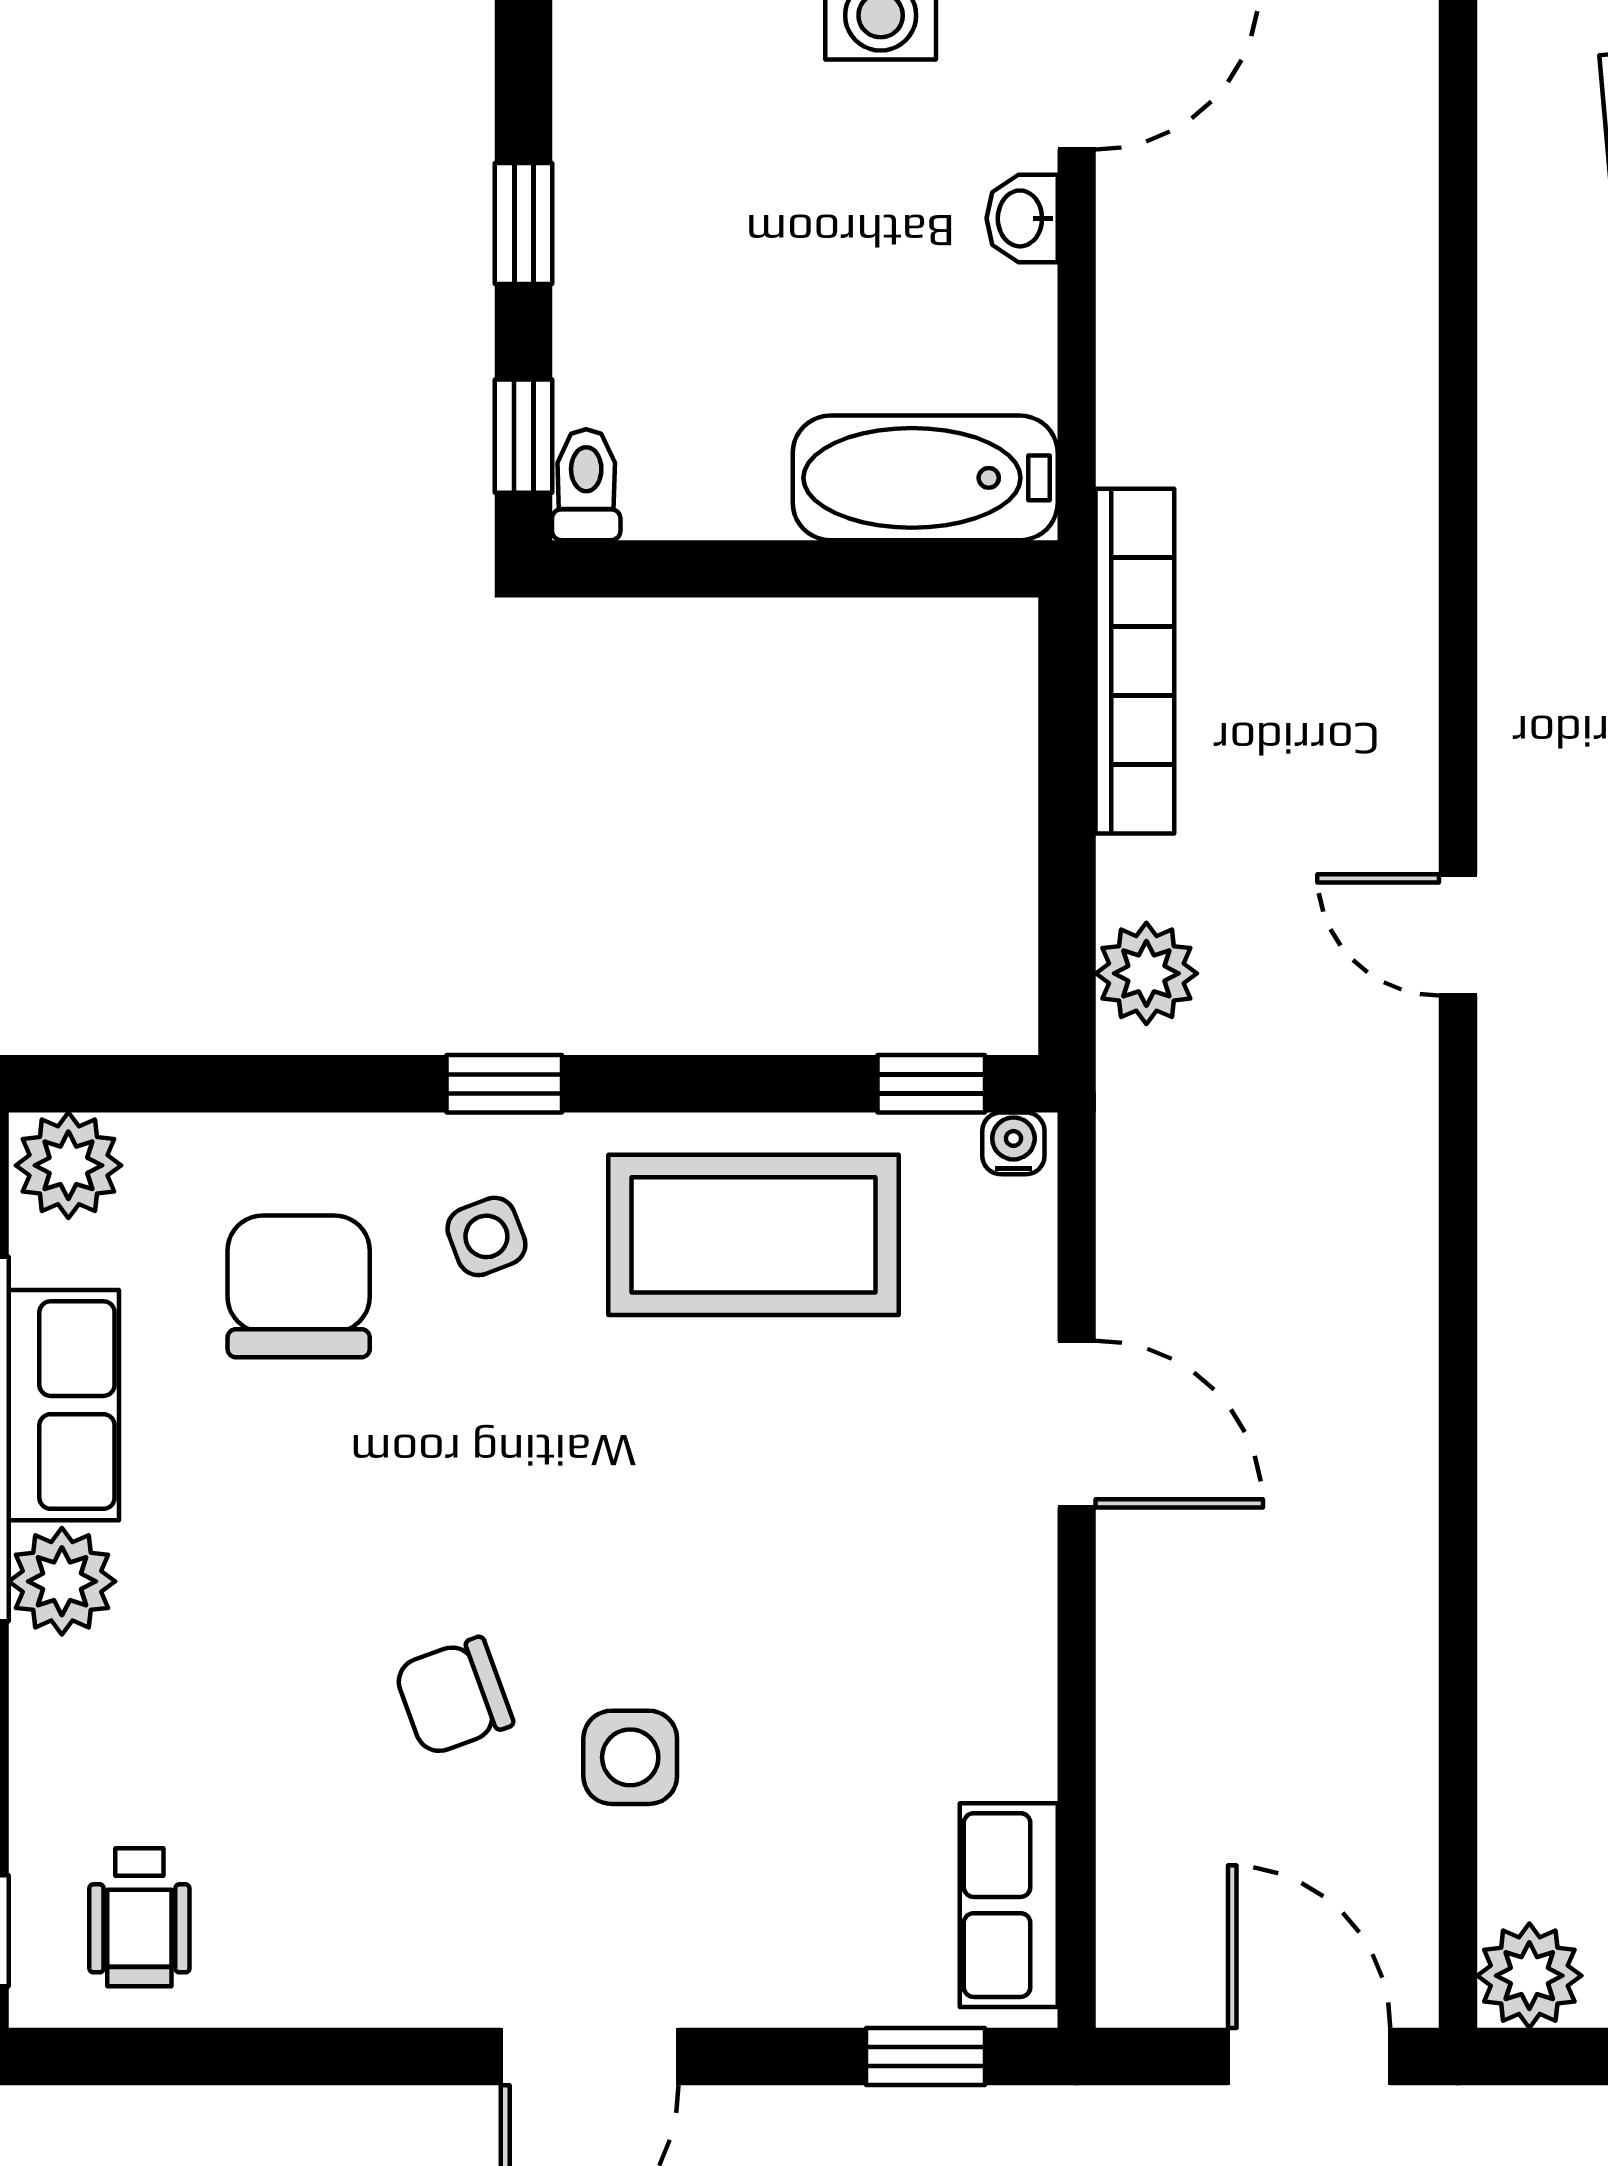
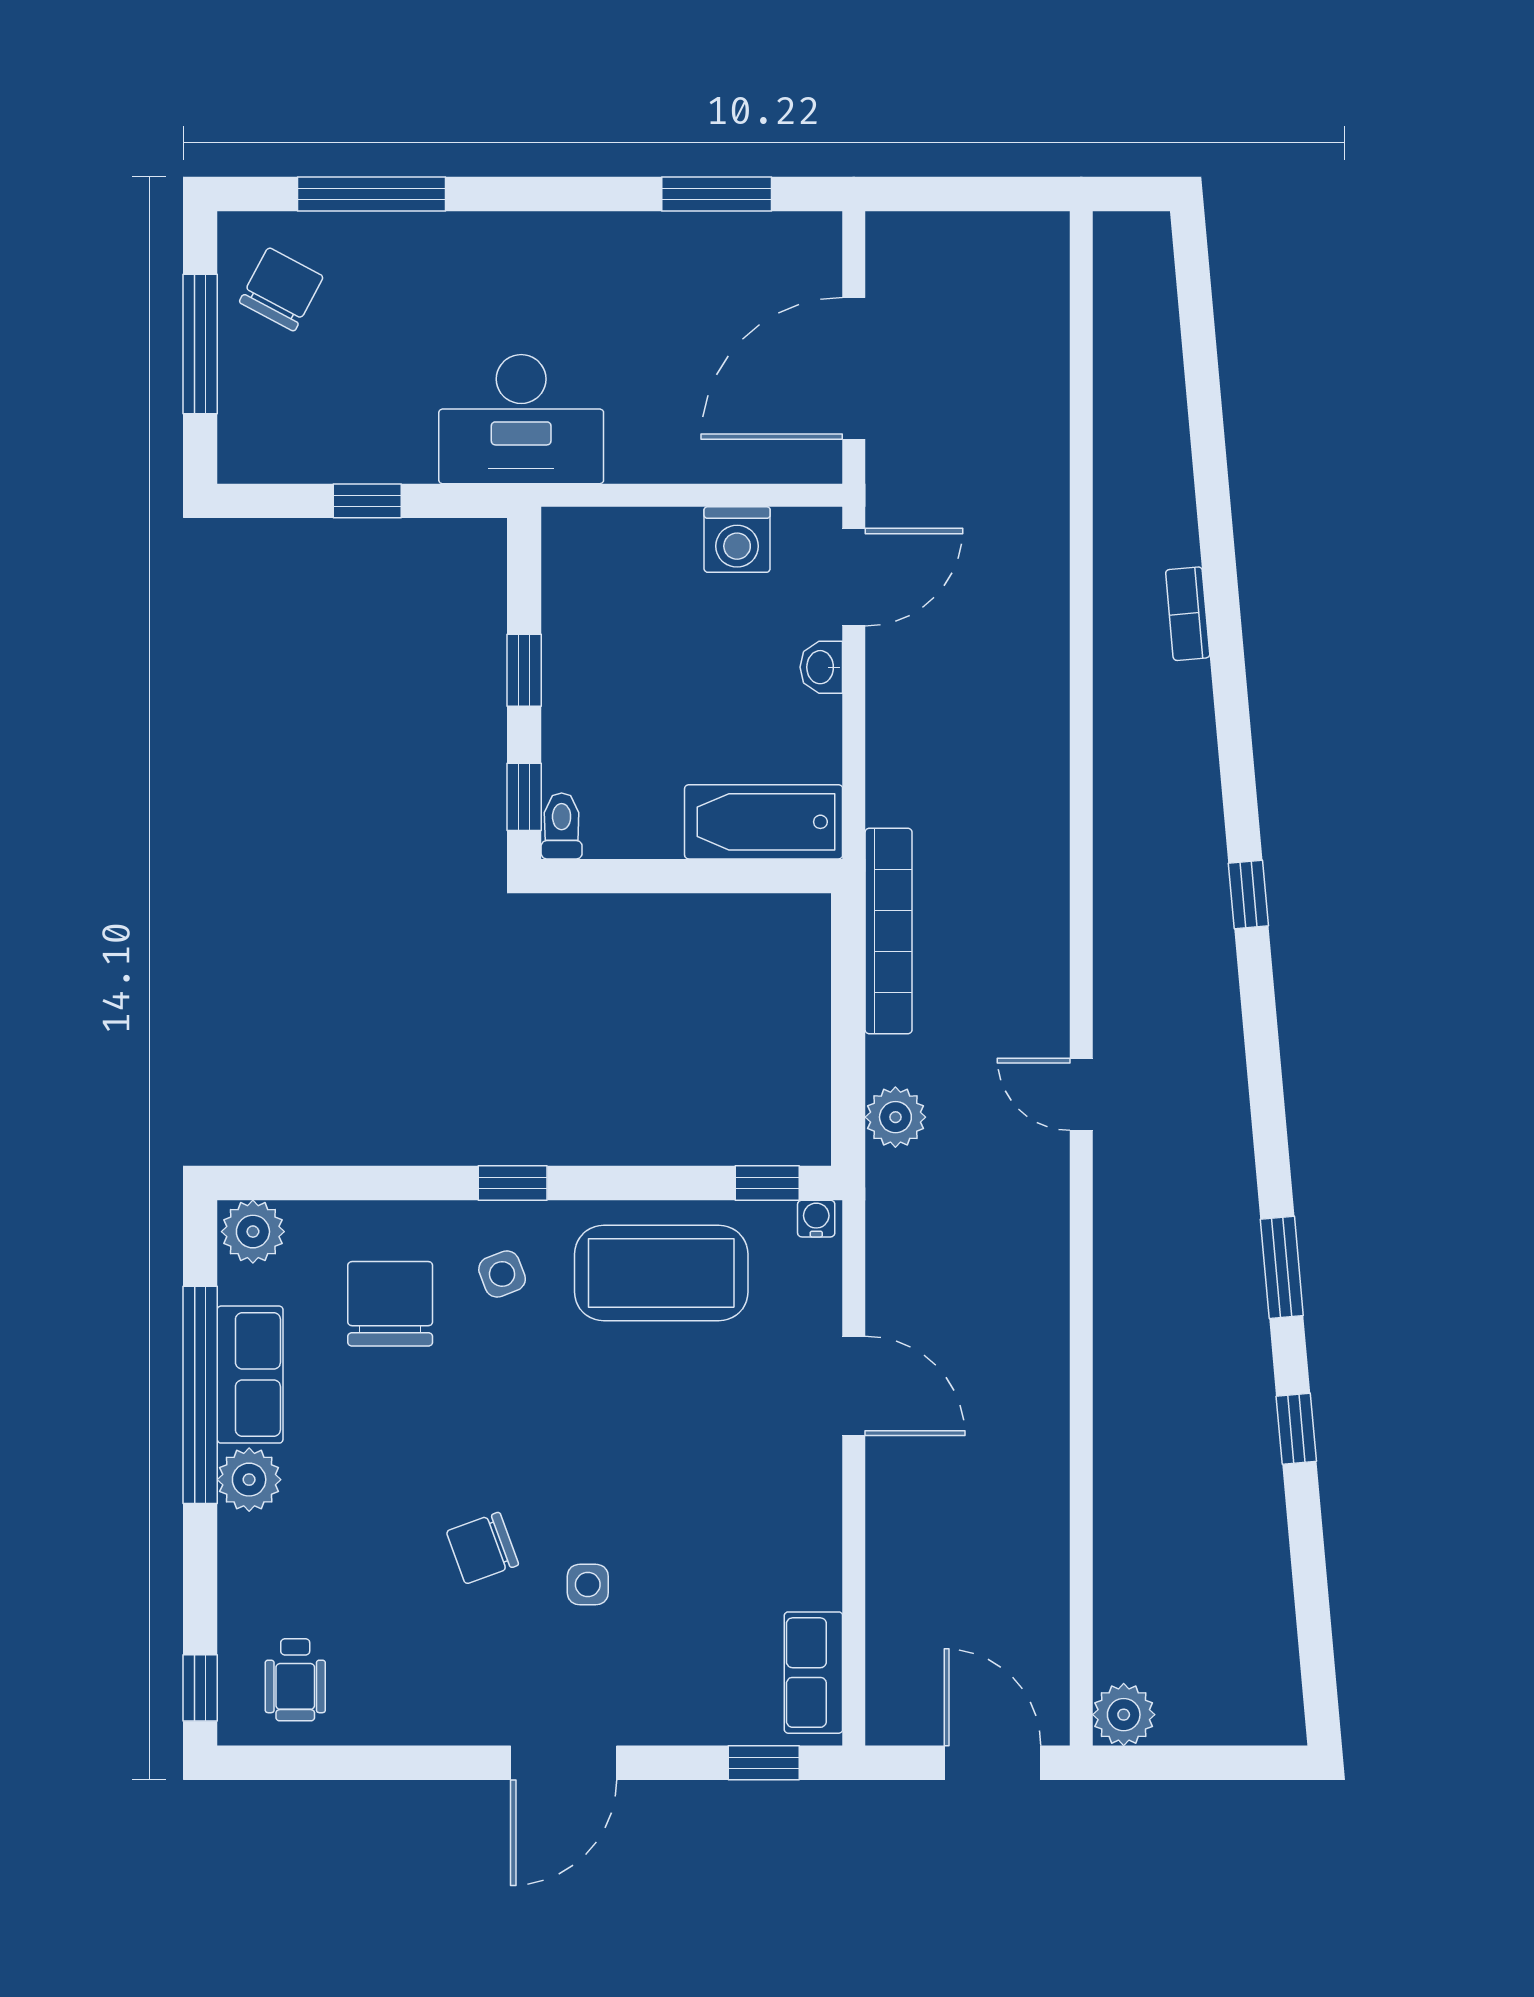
side table: (630, 1757) -> (588, 1585), width x0.73, depth x0.73

